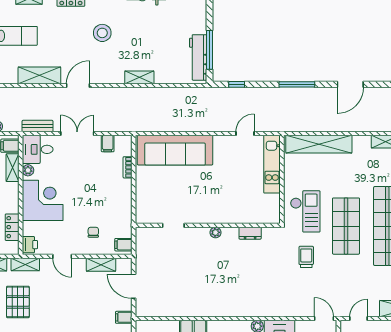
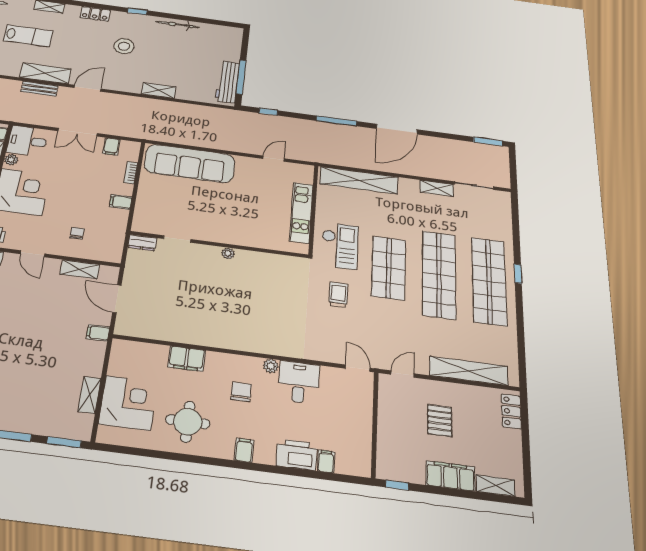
door: (350, 84) -> (397, 129), width x1.36
bench: (38, 126) -> (40, 89), moved
double door: (77, 134) -> (77, 132), swing flipped
kitchen unit: (272, 164) -> (301, 213), moved
dresser: (250, 233) -> (142, 243), moved
filing cabinet: (123, 245) -> (121, 202), moved

